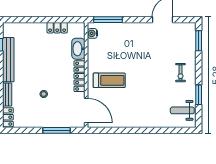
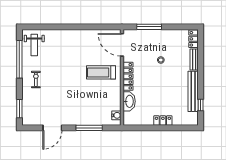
window: (108, 20) -> (89, 128), moved
locker: (57, 28) -> (163, 121), moved
window: (199, 95) -> (19, 59), width x2.11
weight bench: (182, 110) -> (34, 45), turned 90

